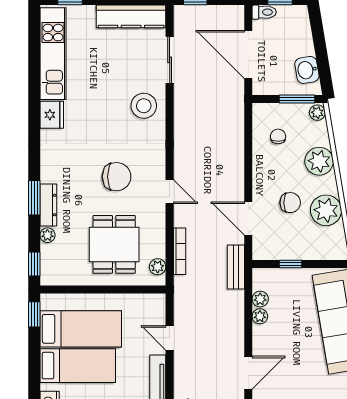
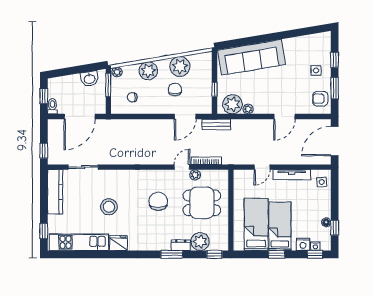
stool: (144, 106) -> (109, 207), moved
door: (170, 192) -> (182, 167), moved
dresser: (48, 205) -> (181, 245), width x0.70
plant: (47, 235) -> (200, 242), width x1.88, depth x1.88
plant: (158, 267) -> (195, 175), moved
plant: (260, 299) -> (233, 104), width x1.88, depth x1.88
window: (34, 314) -> (277, 254), moved
door: (248, 373) -> (284, 116), swing flipped

